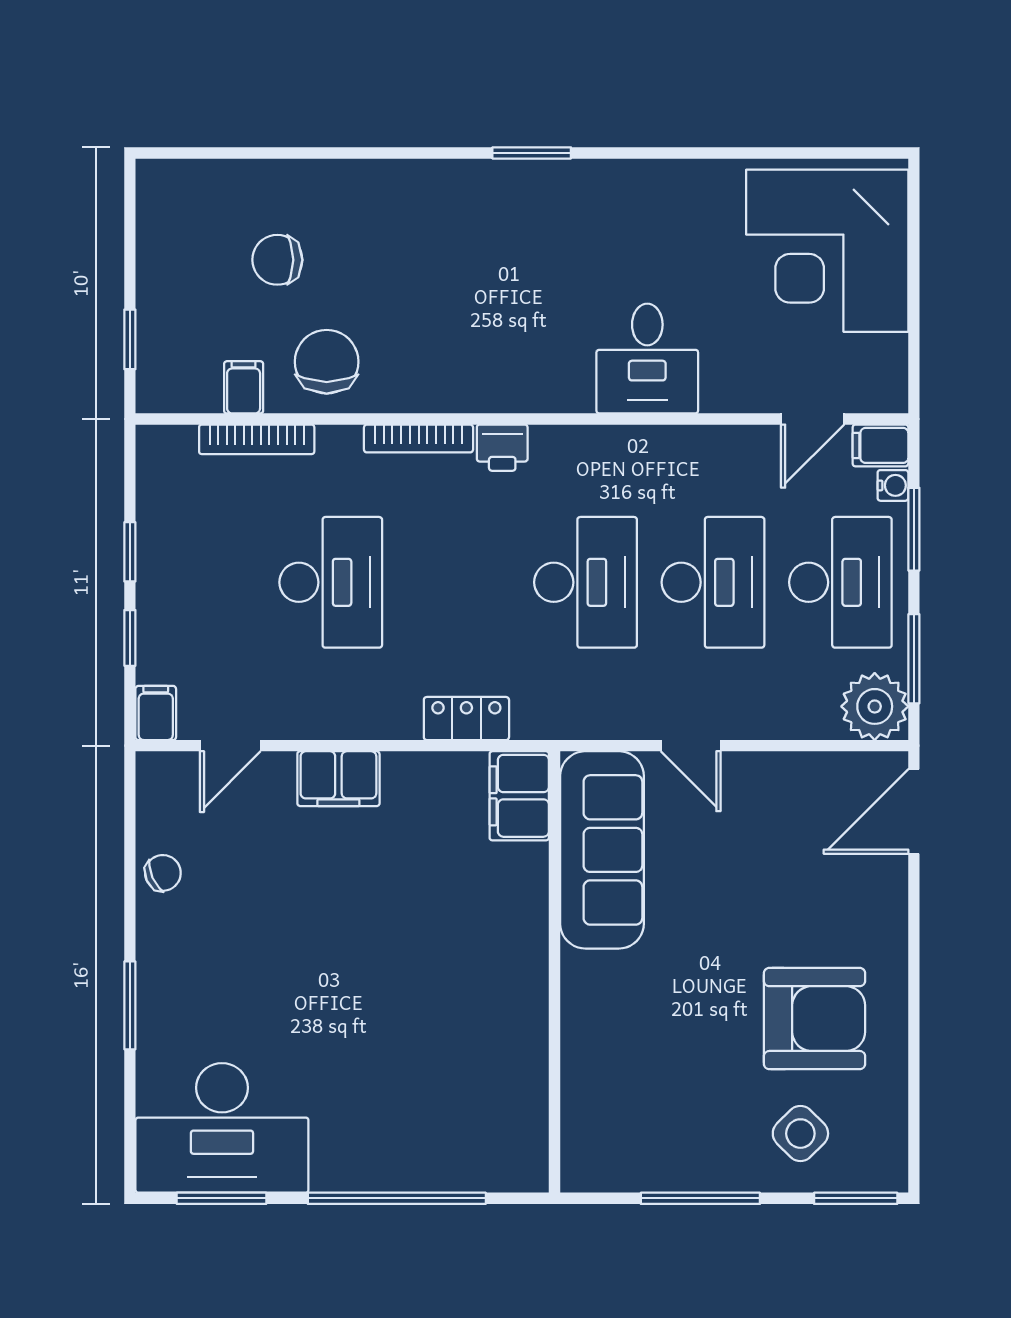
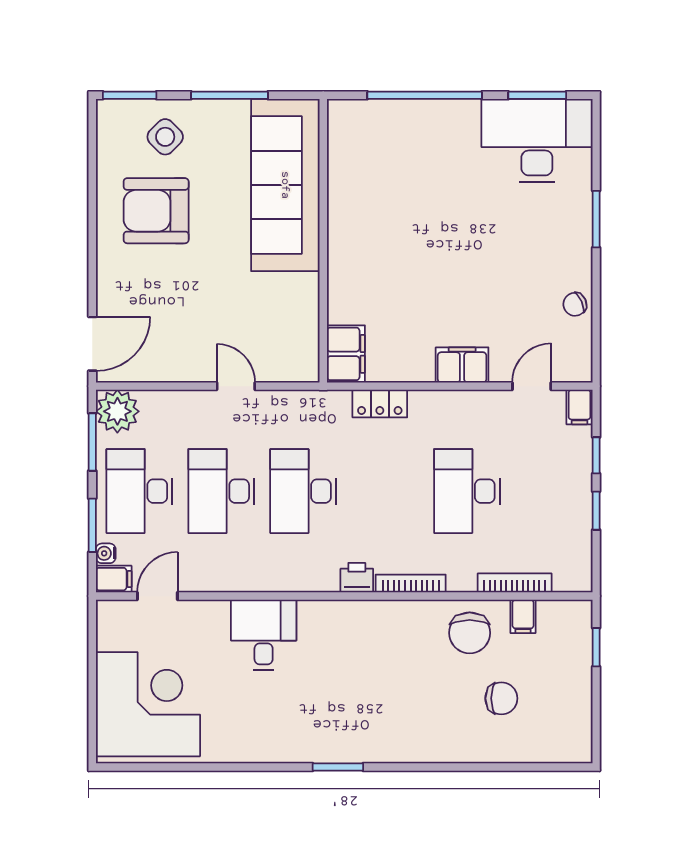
sofa: (602, 850) -> (285, 185), moved, width x1.36, depth x1.27

